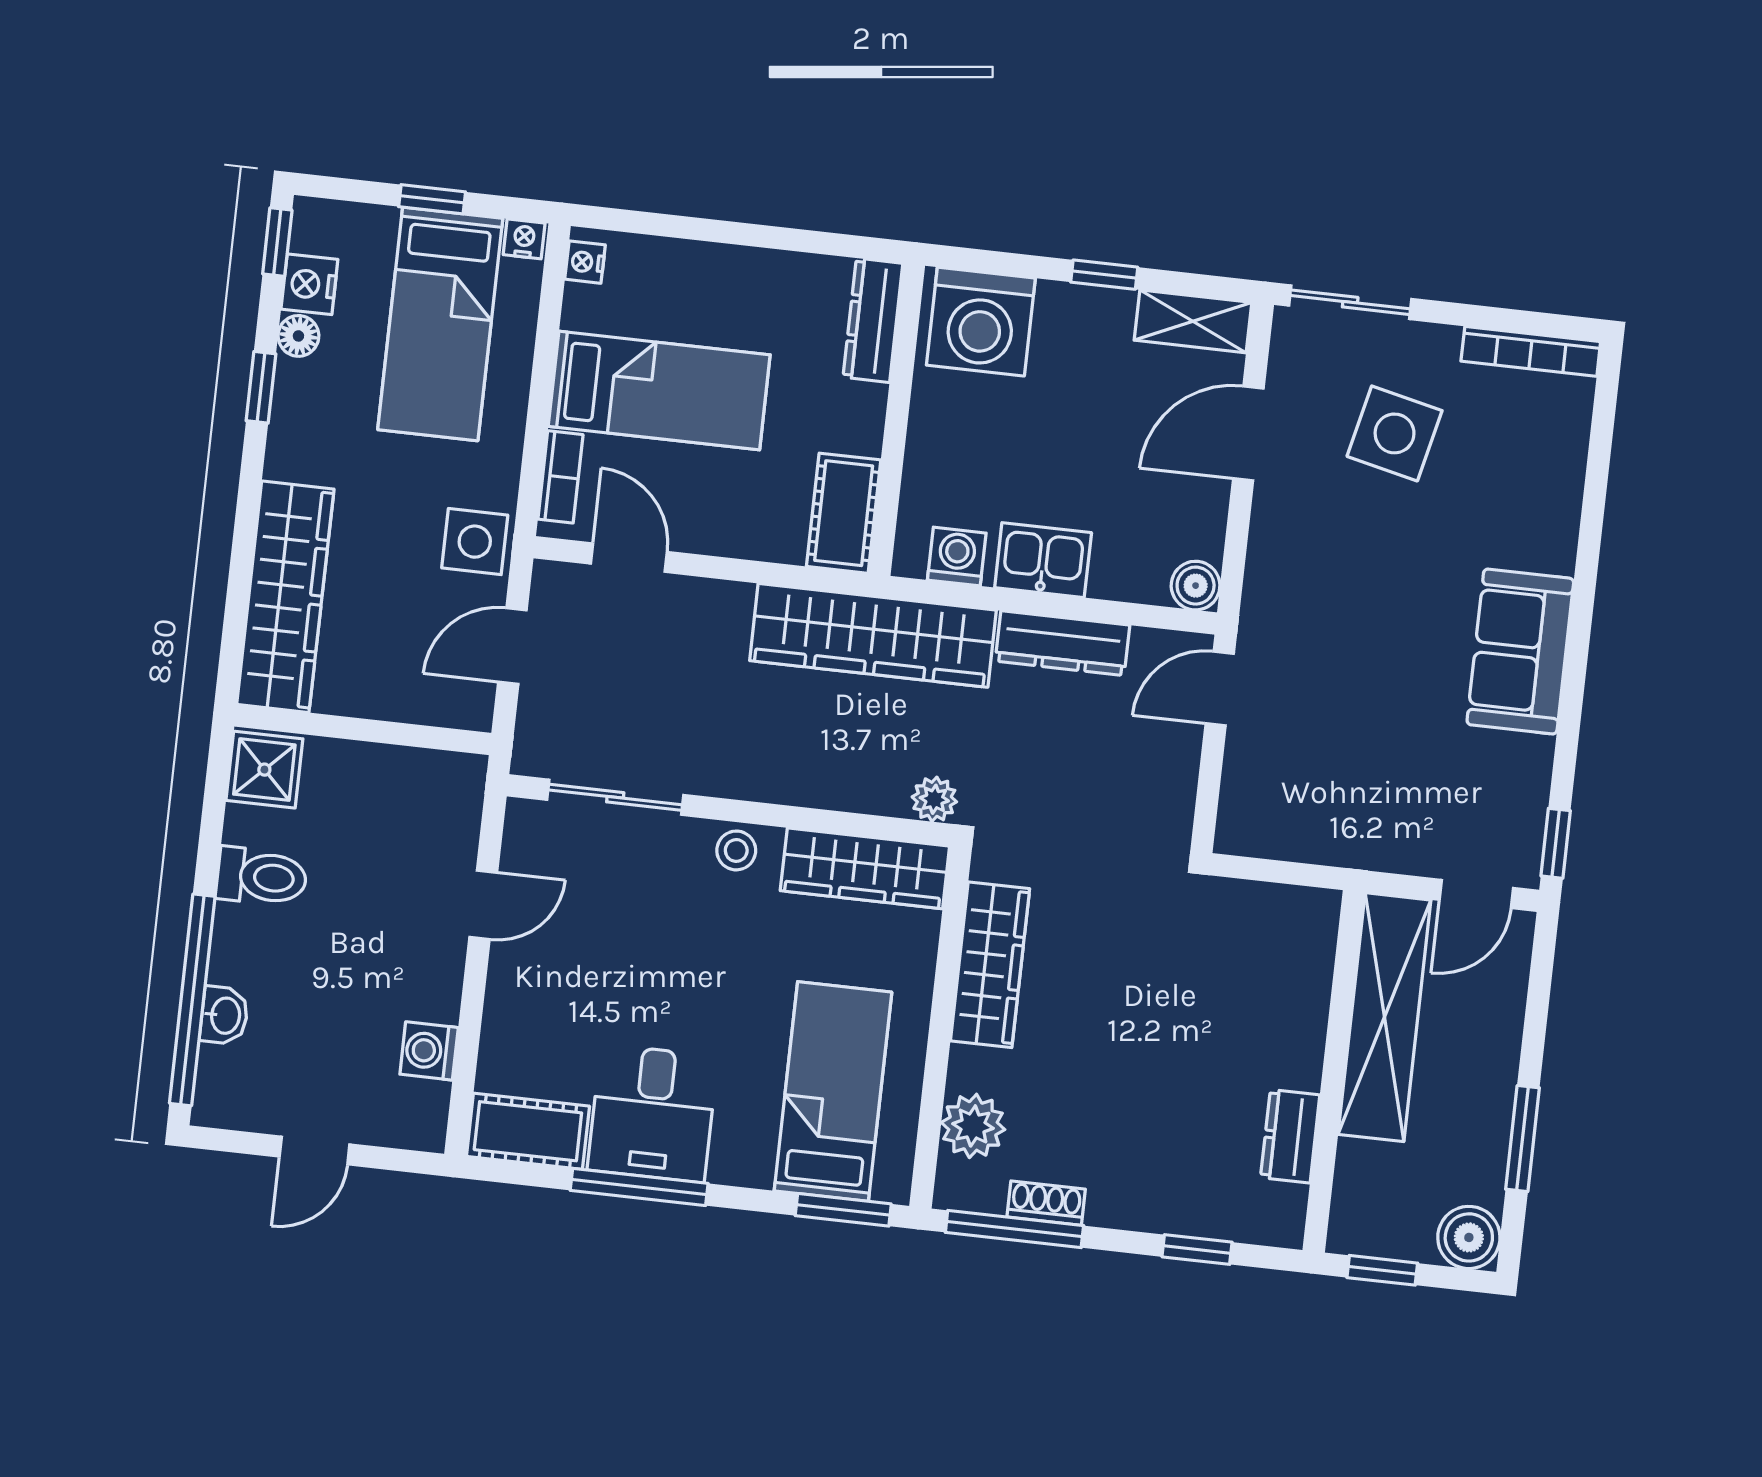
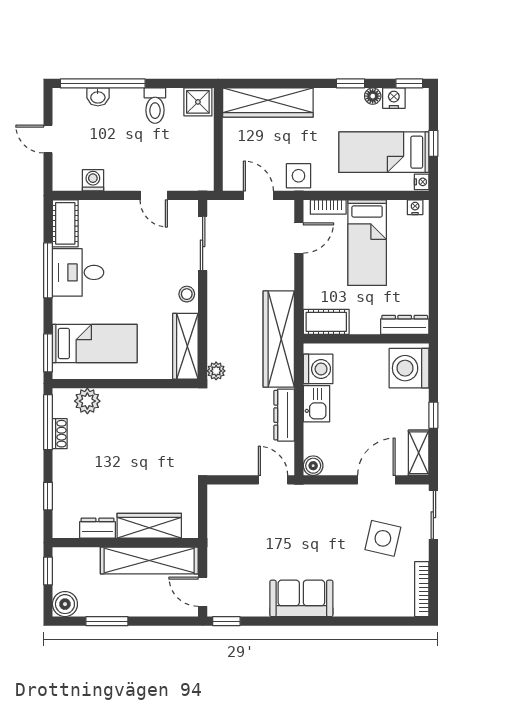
door: (1248, 433) -> (376, 480), hinge flipped
washing machine: (957, 557) -> (318, 369), width x1.38, depth x1.38
wardrobe: (990, 965) -> (149, 526), moved, turned 180

